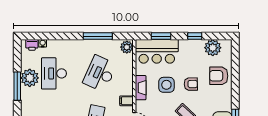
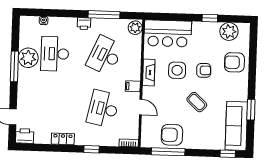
window: (161, 36) -> (173, 17), removed
printer: (32, 45) -> (84, 24), moved

